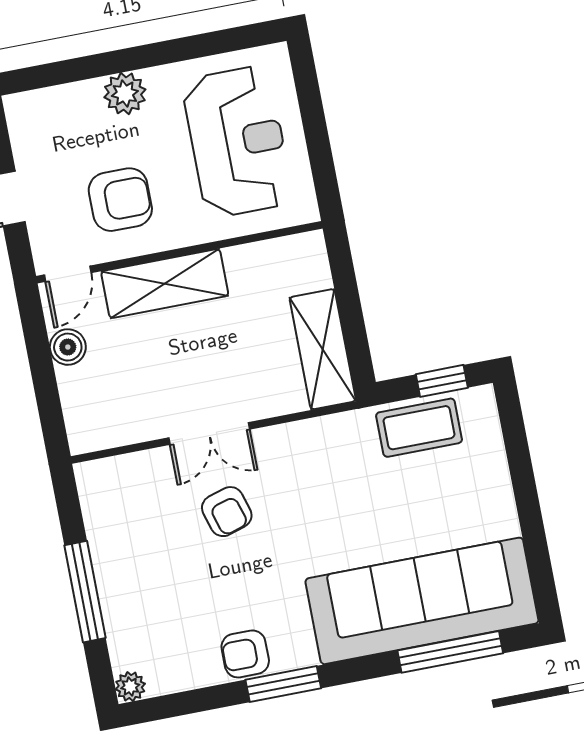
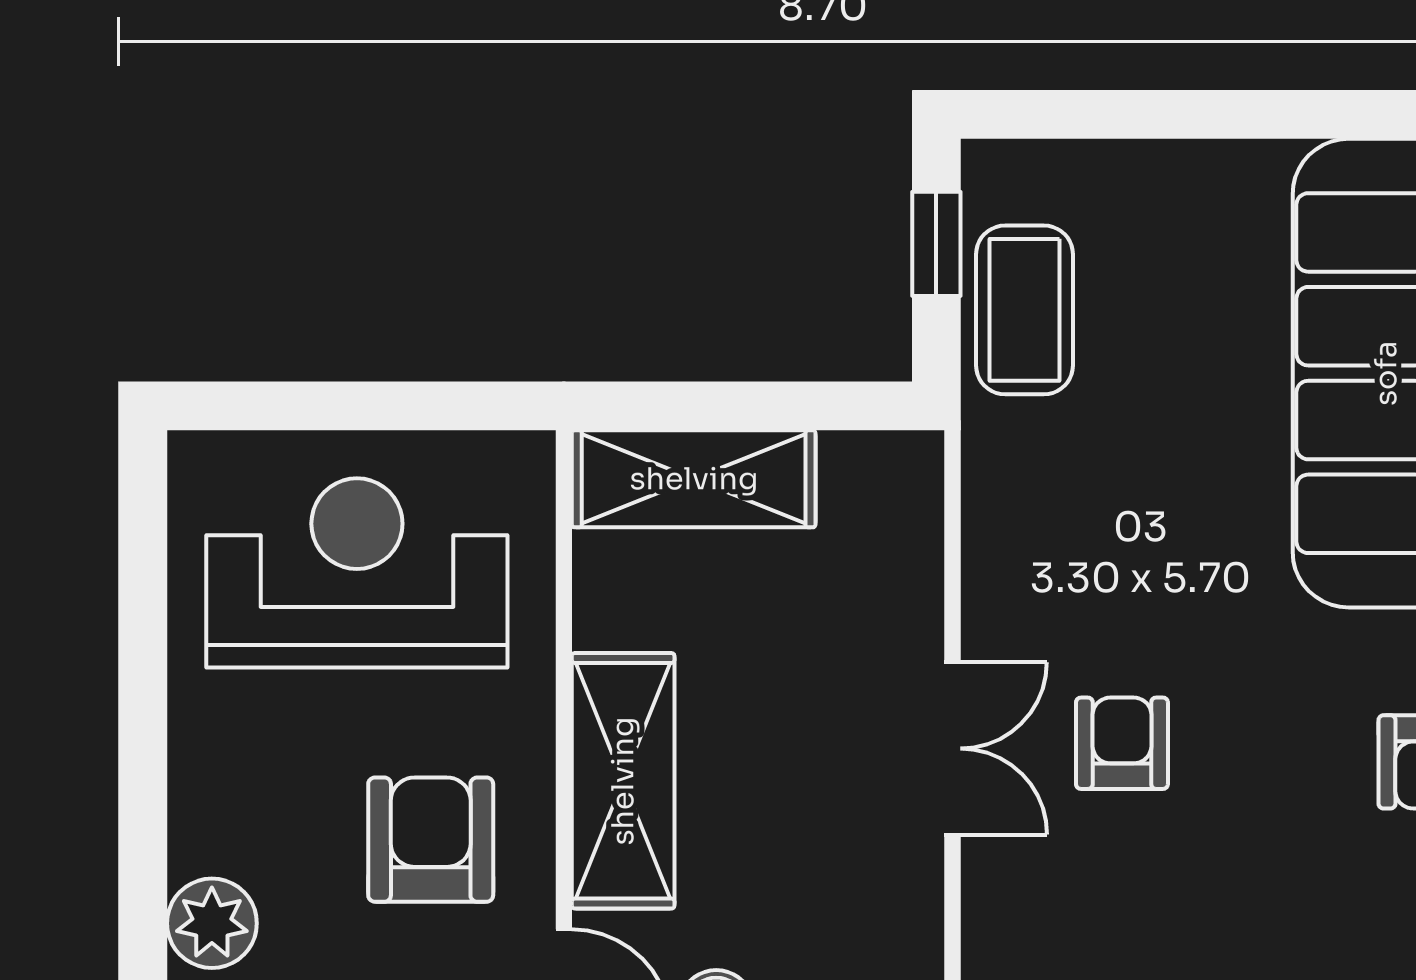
plant: (125, 93) -> (212, 923), moved
shelving: (323, 349) -> (694, 479), moved
armchair: (227, 512) -> (1122, 743), turned -73

